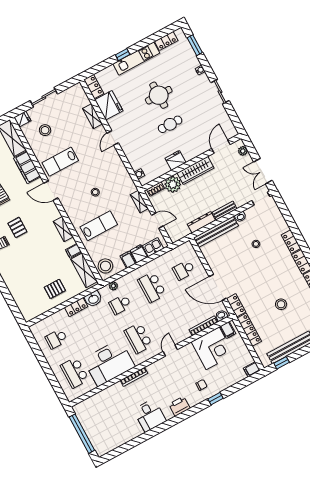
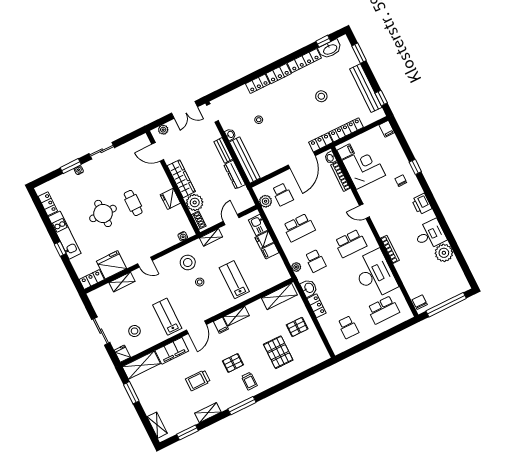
window: (195, 45) -> (71, 166), moved
lab bench: (60, 162) -> (167, 317), turned 180
filing cabinet: (73, 251) -> (221, 325), moved
plant: (177, 254) -> (266, 201), added
stool: (105, 266) -> (188, 263), moved
pallet: (29, 271) -> (278, 352), added
pallet: (55, 289) -> (297, 327), turned 90
chair: (83, 408) -> (420, 302), added
plant: (132, 430) -> (444, 253), added

